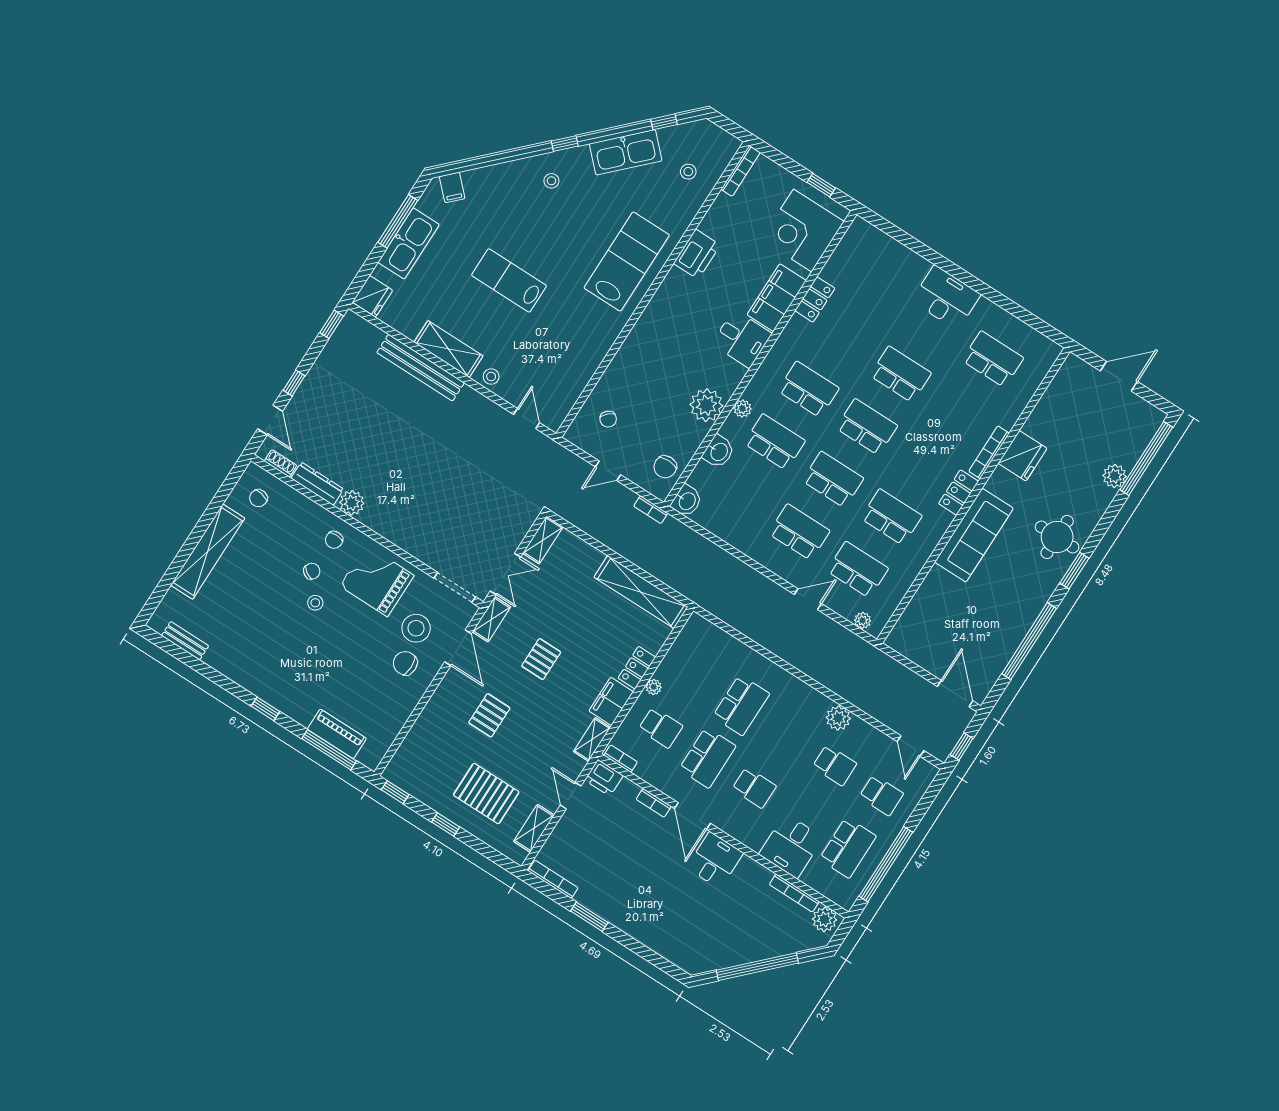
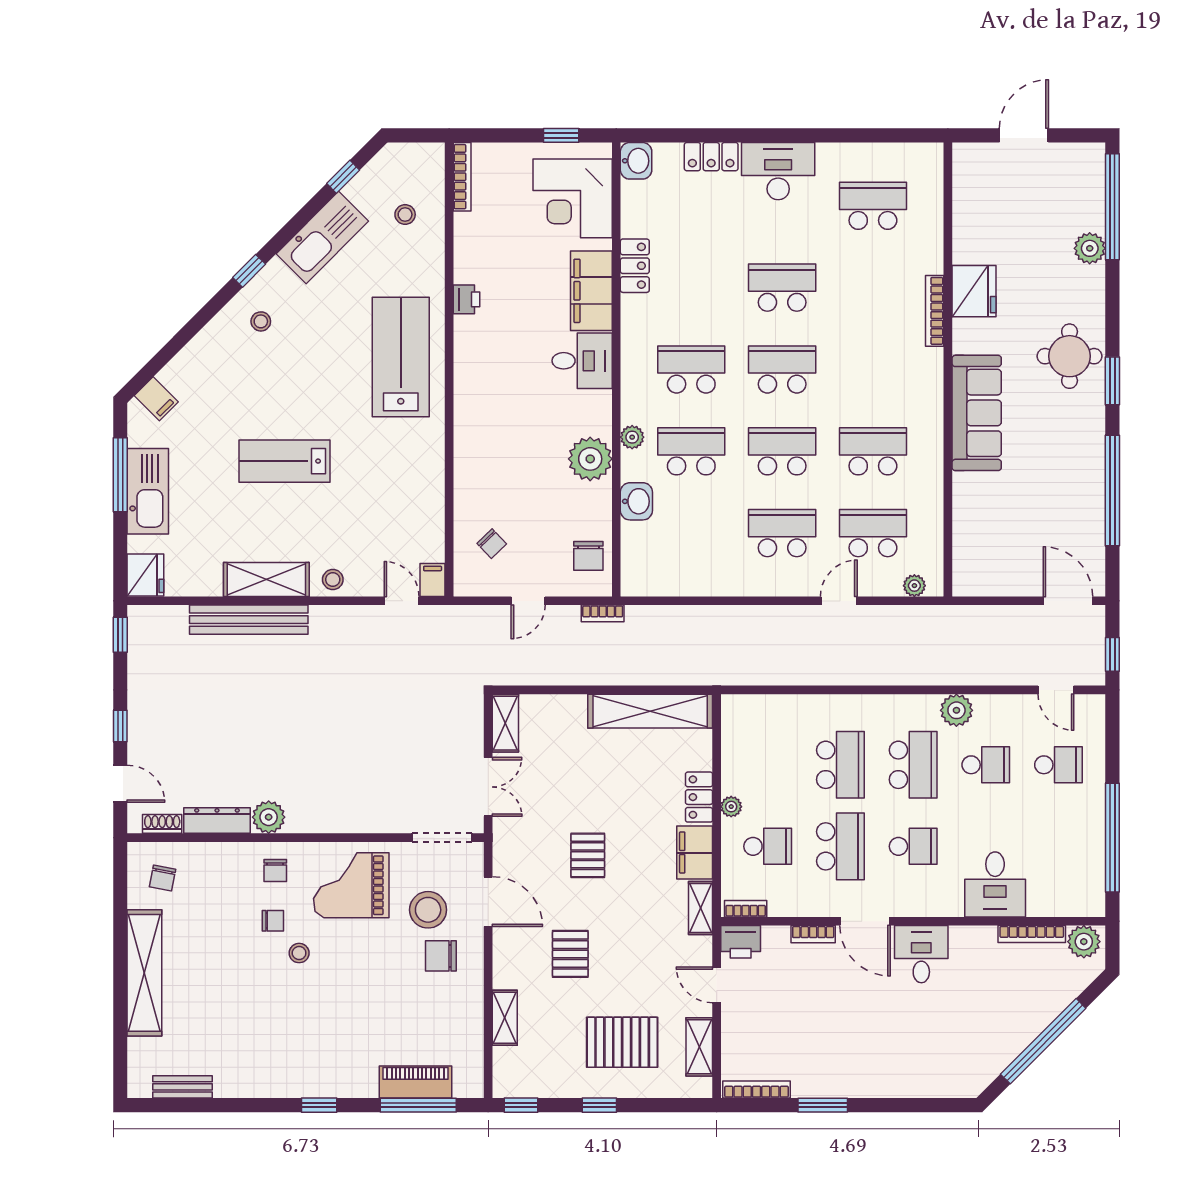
printer: (697, 254) -> (466, 299), width x0.53, depth x0.68
filing cabinet: (555, 418) -> (433, 580), added
locker: (959, 492) -> (711, 157), moved, turned -90
washbasin: (687, 501) -> (636, 161), moved
chair: (312, 571) -> (273, 921), turned 58
shelving: (491, 619) -> (505, 1018), moved
school desk: (848, 848) -> (913, 765), moved

